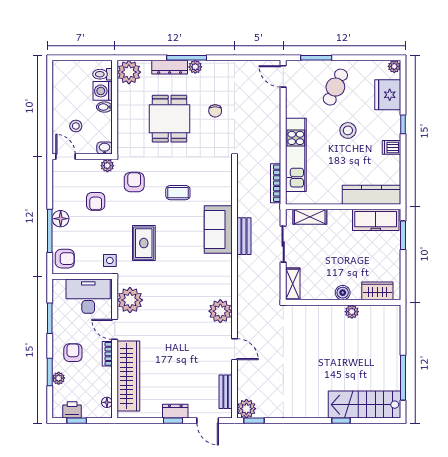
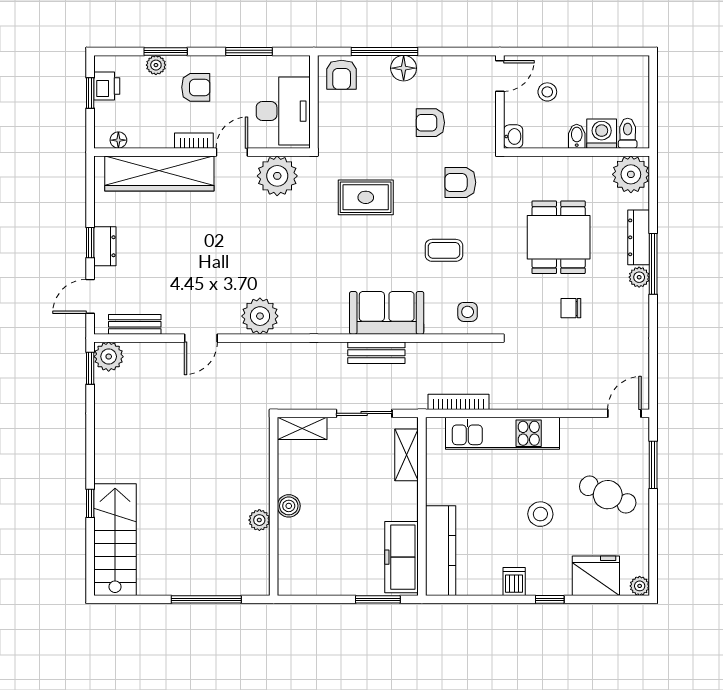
dining table: (170, 119) -> (559, 237), turned 90
plant: (107, 166) -> (486, 141), removed
armchair: (134, 182) -> (460, 182), turned 180
coffee table: (178, 193) -> (444, 250), turned 90
side table: (110, 260) -> (468, 312), moved
wardrobe: (377, 291) -> (291, 560), removed
window: (403, 378) -> (206, 599), moved

